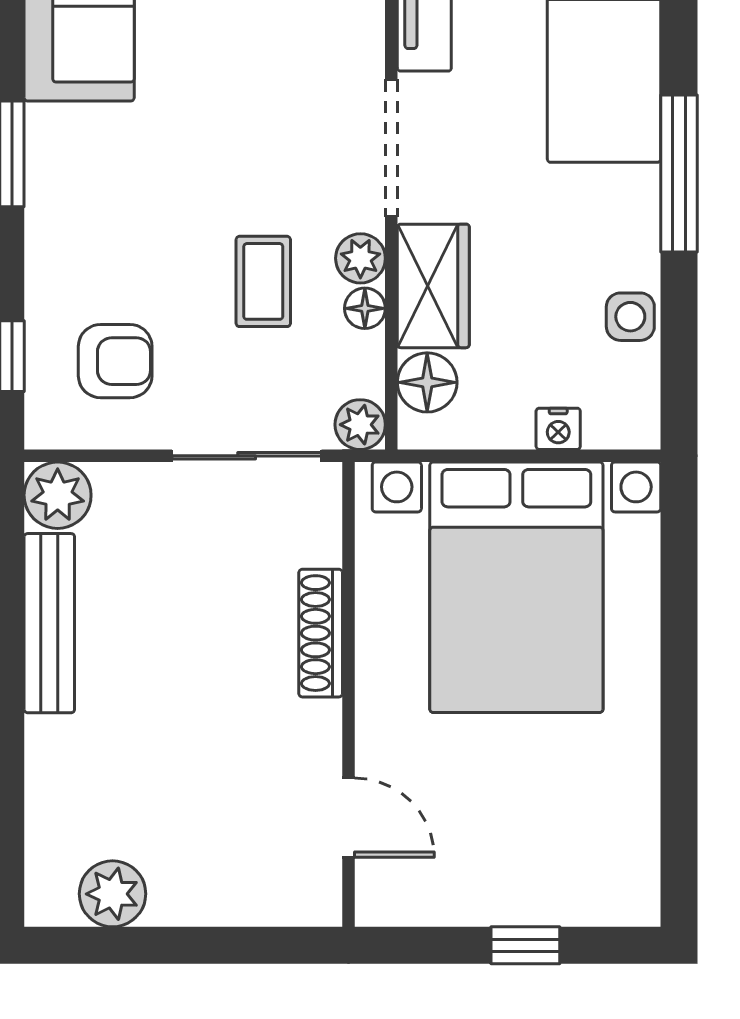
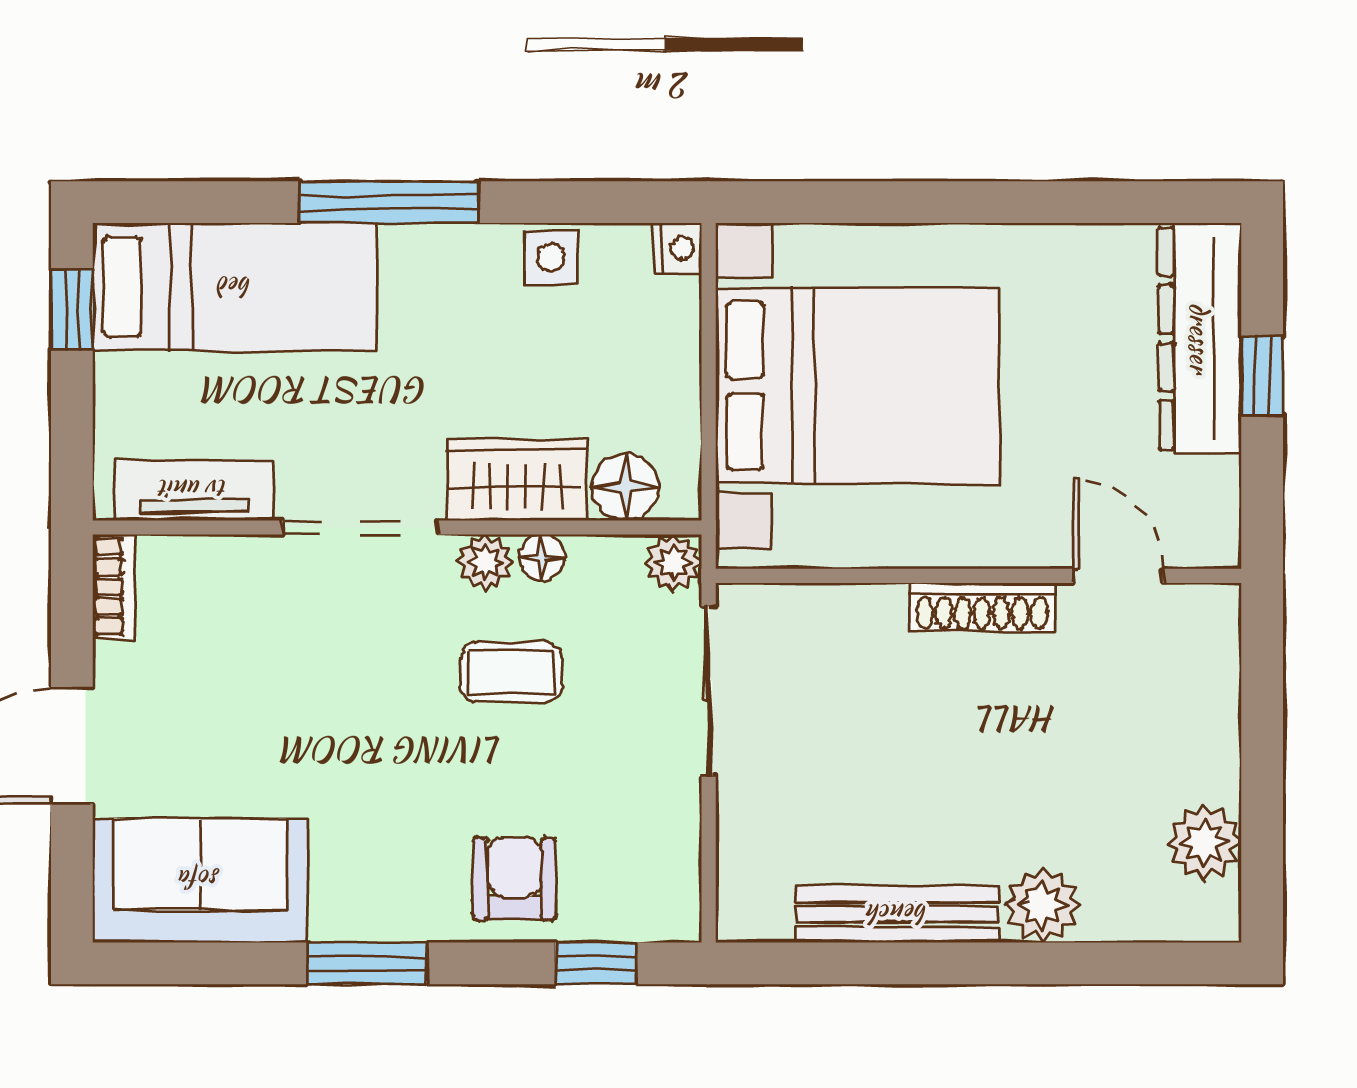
armchair: (115, 361) -> (515, 879), moved
nightstand: (558, 429) -> (678, 248), moved
plant: (58, 495) -> (1043, 905), moved
shoe rack: (321, 633) -> (982, 607), moved
door: (349, 818) -> (1118, 576), hinge flipped
dresser: (558, 890) -> (1200, 338), added

